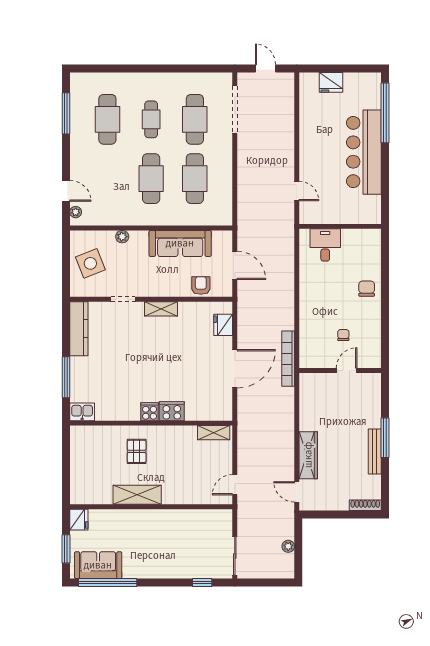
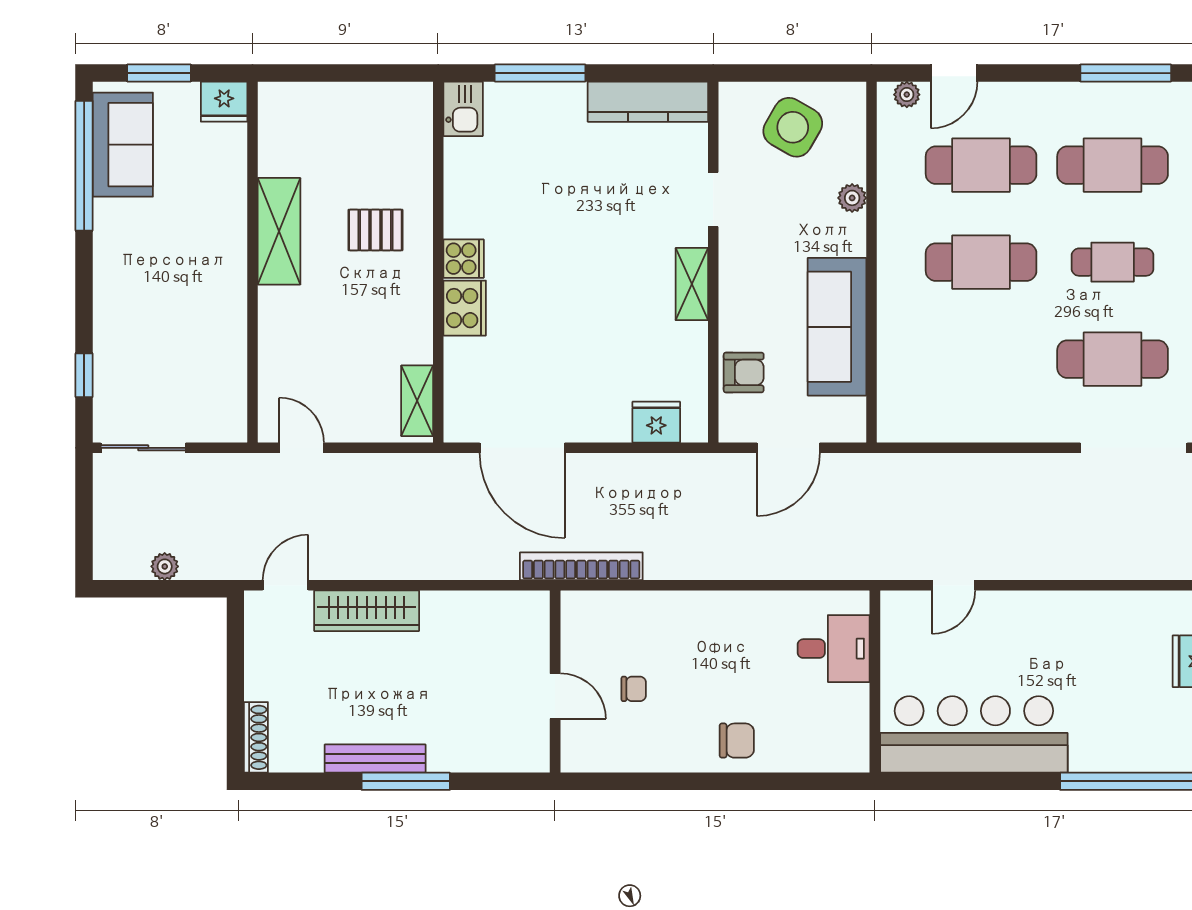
bar counter: (364, 152) -> (974, 734), moved
cafe table: (195, 179) -> (981, 165), moved
side table: (90, 263) -> (793, 127), turned -38
door: (235, 369) -> (522, 448), moved

